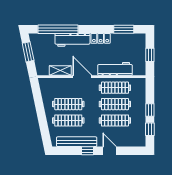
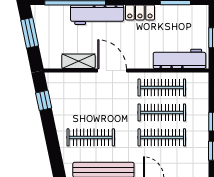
workbench: (115, 69) -> (179, 59), moved
window: (37, 96) -> (44, 100), added
clothes rail: (68, 104) -> (91, 112), removed

